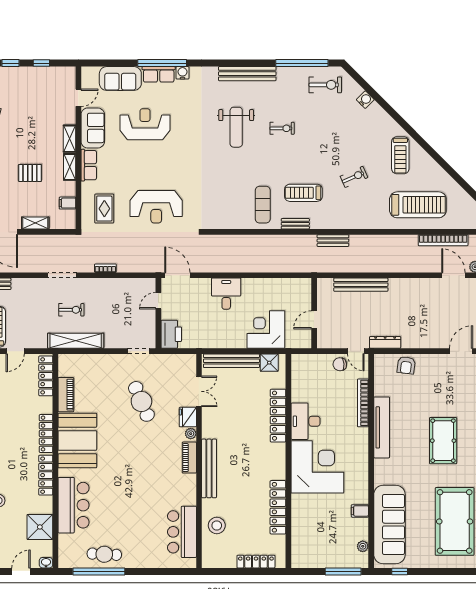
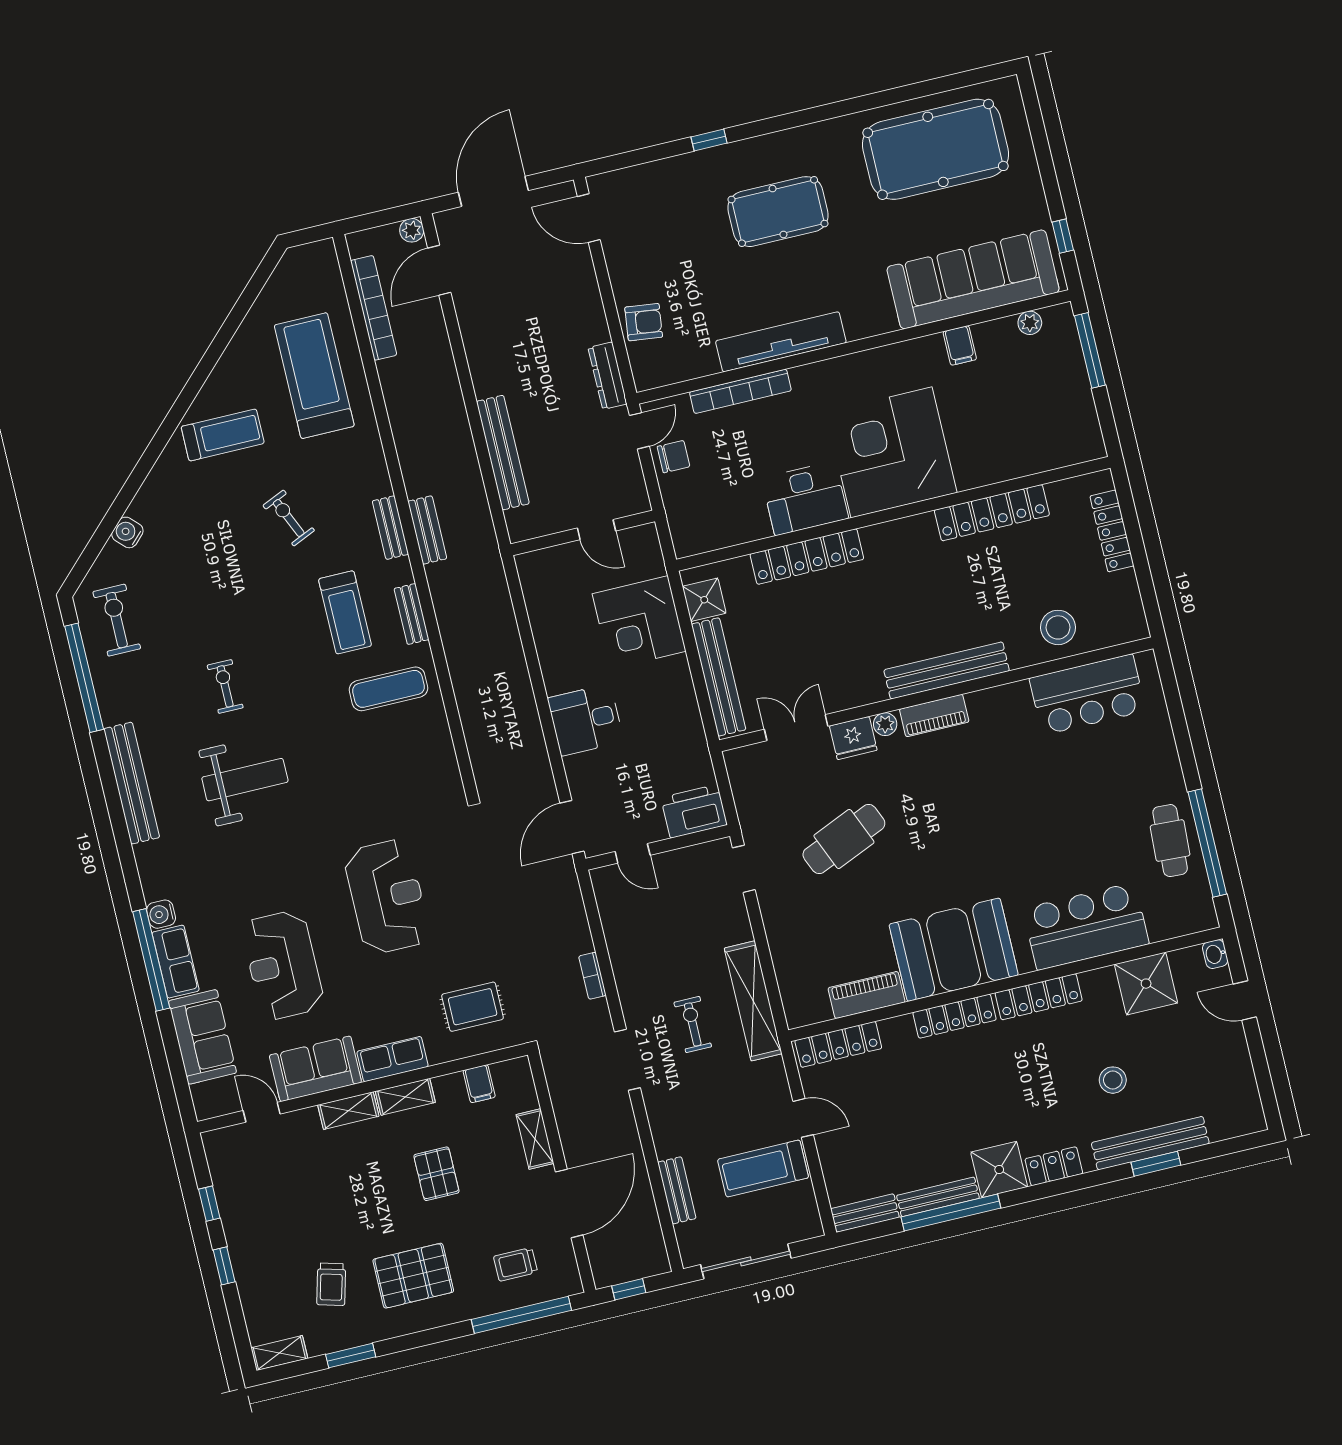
reception desk: (156, 207) -> (387, 897), moved
bench: (338, 224) -> (390, 528), added
chair: (340, 364) -> (674, 457), turned -84

